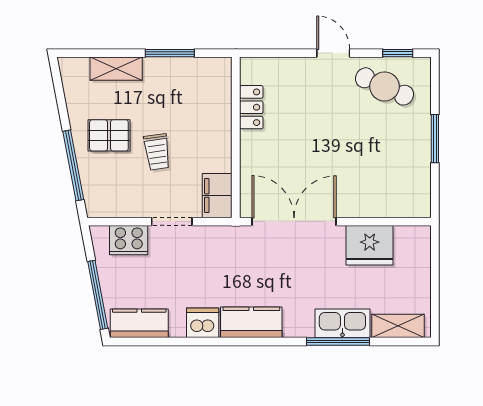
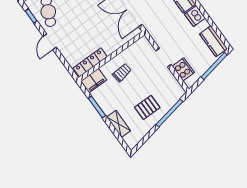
locker: (251, 107) -> (90, 62), width x1.53
pallet: (109, 135) -> (147, 107), turned 90
trolley: (157, 152) -> (122, 73), moved
filing cabinet: (217, 196) -> (94, 81), moved

